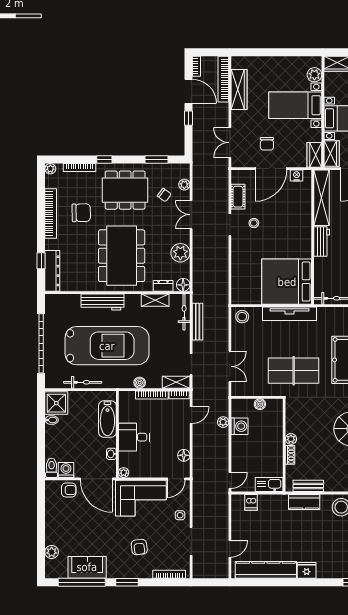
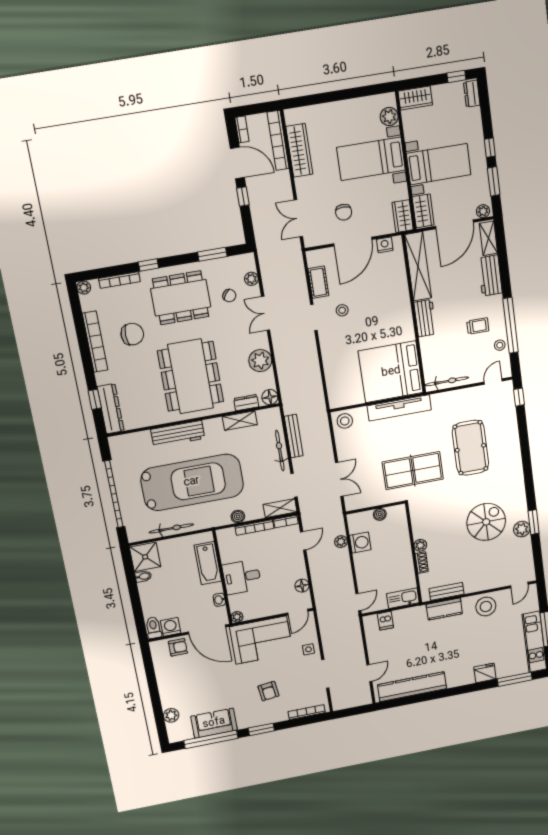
bicycle: (184, 312) -> (280, 451), moved
fridge: (307, 570) -> (485, 673), moved

